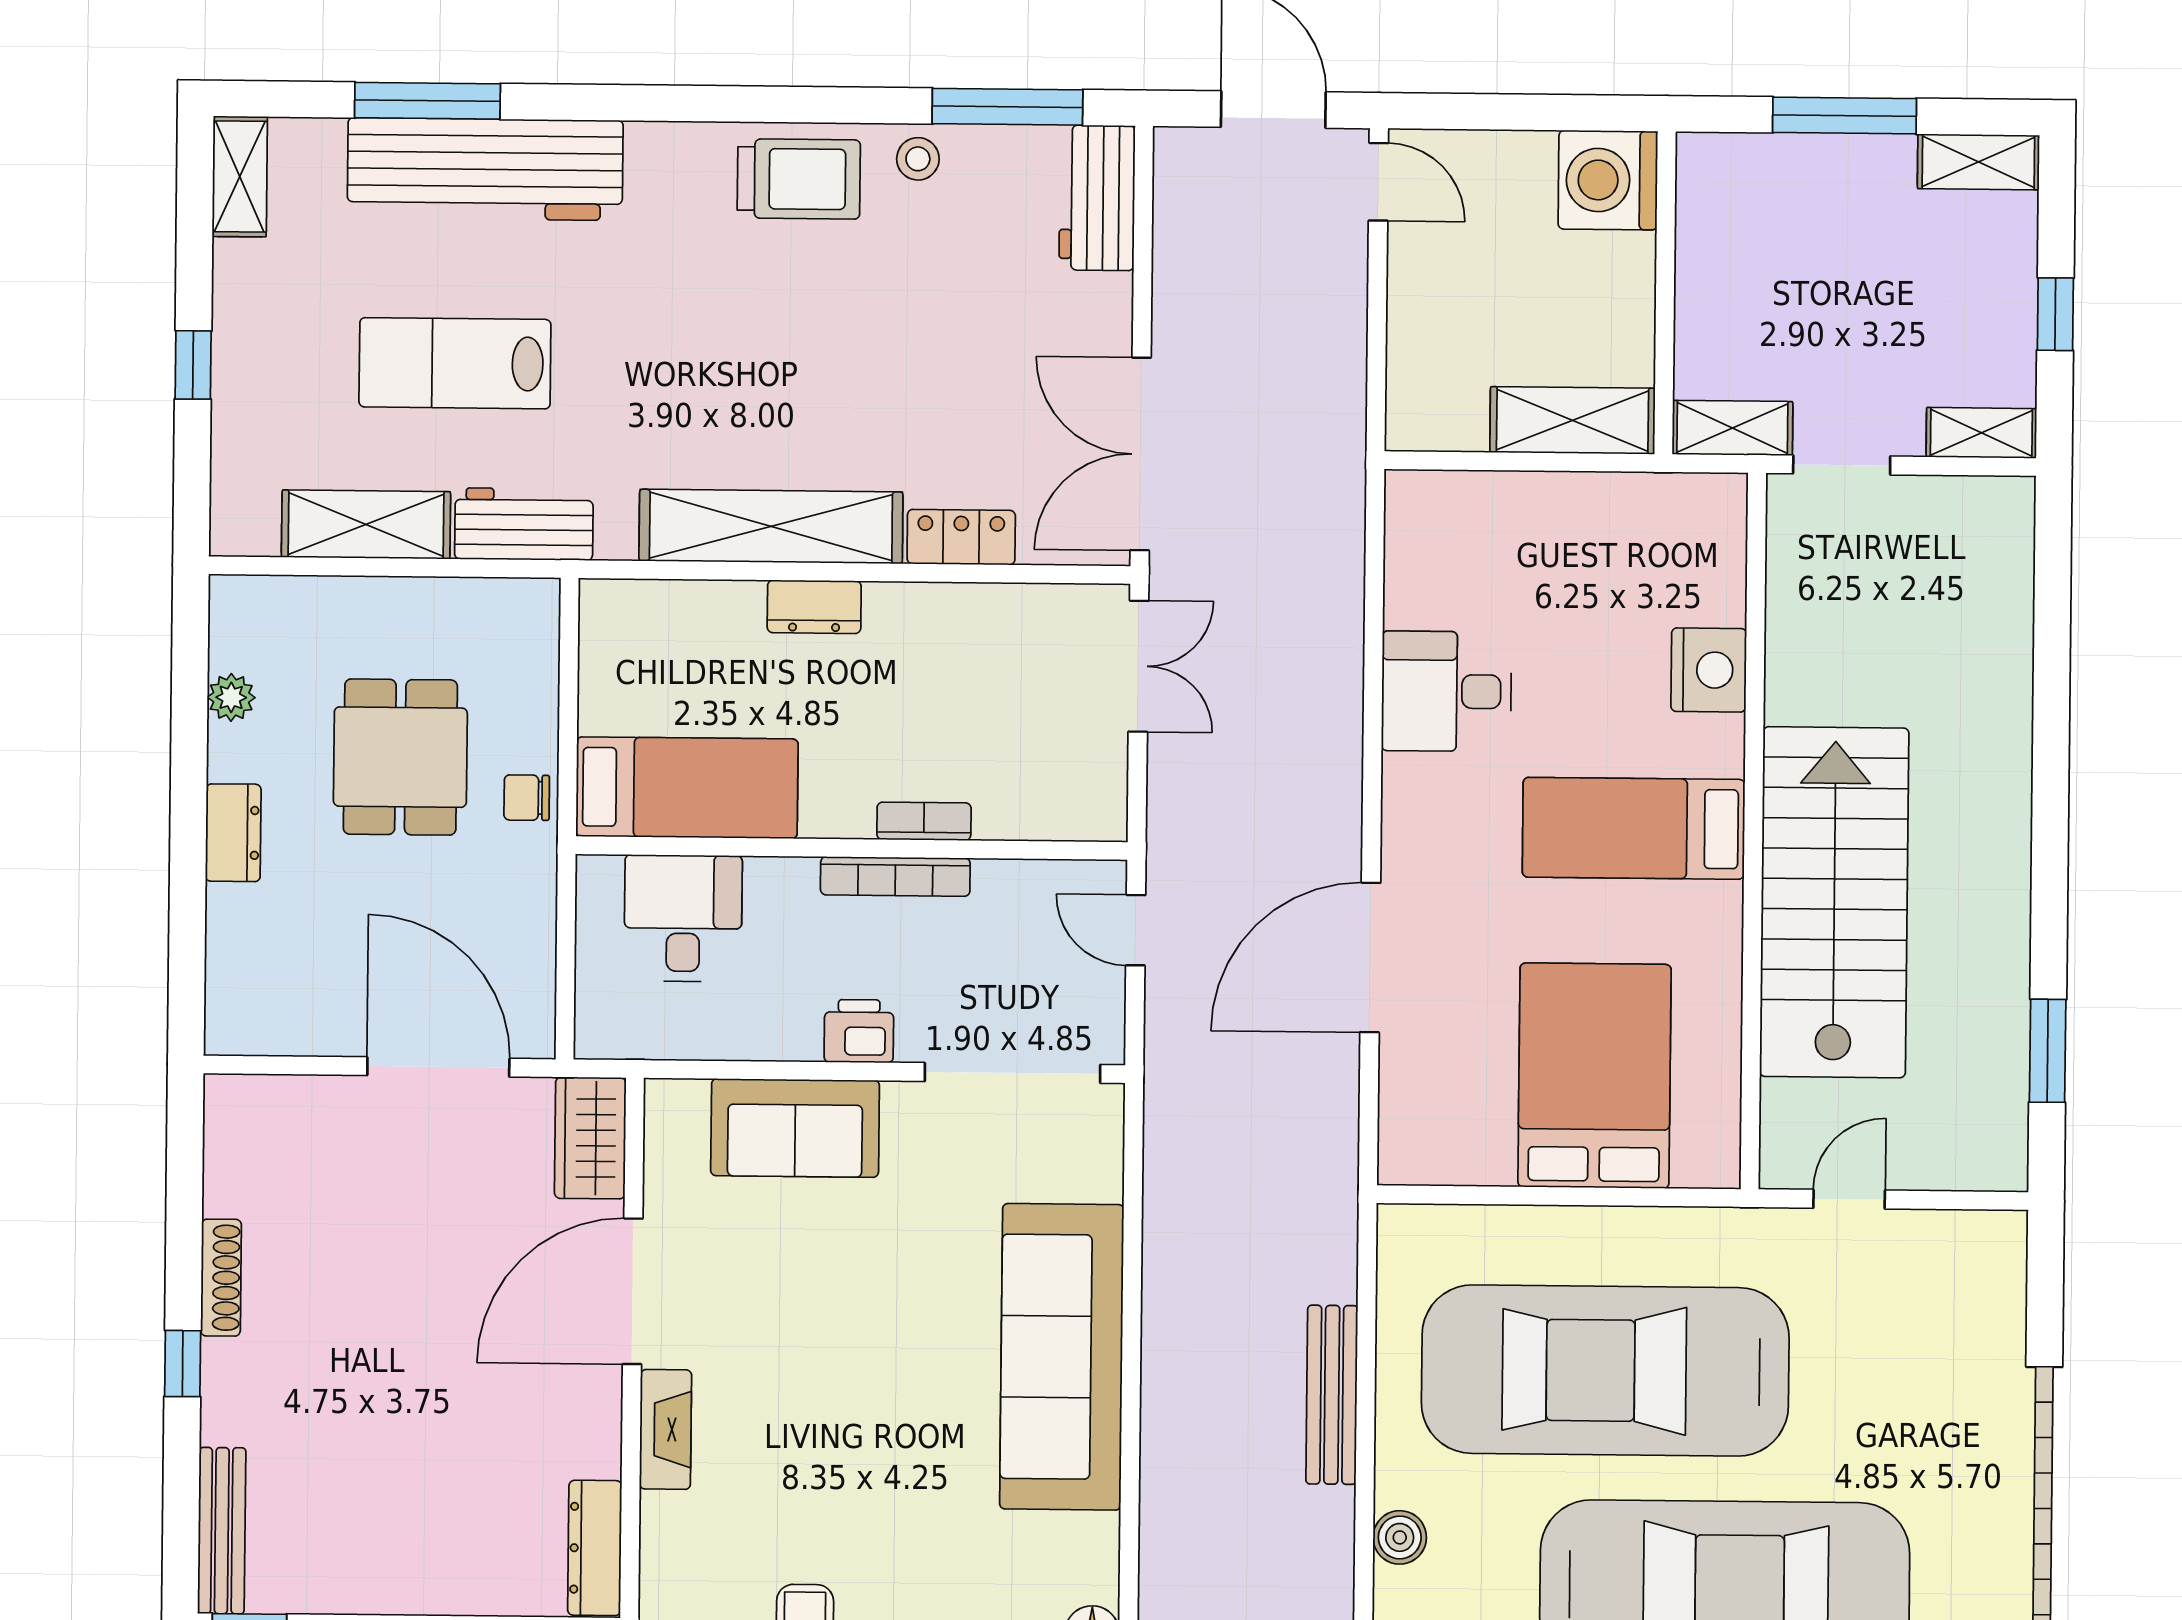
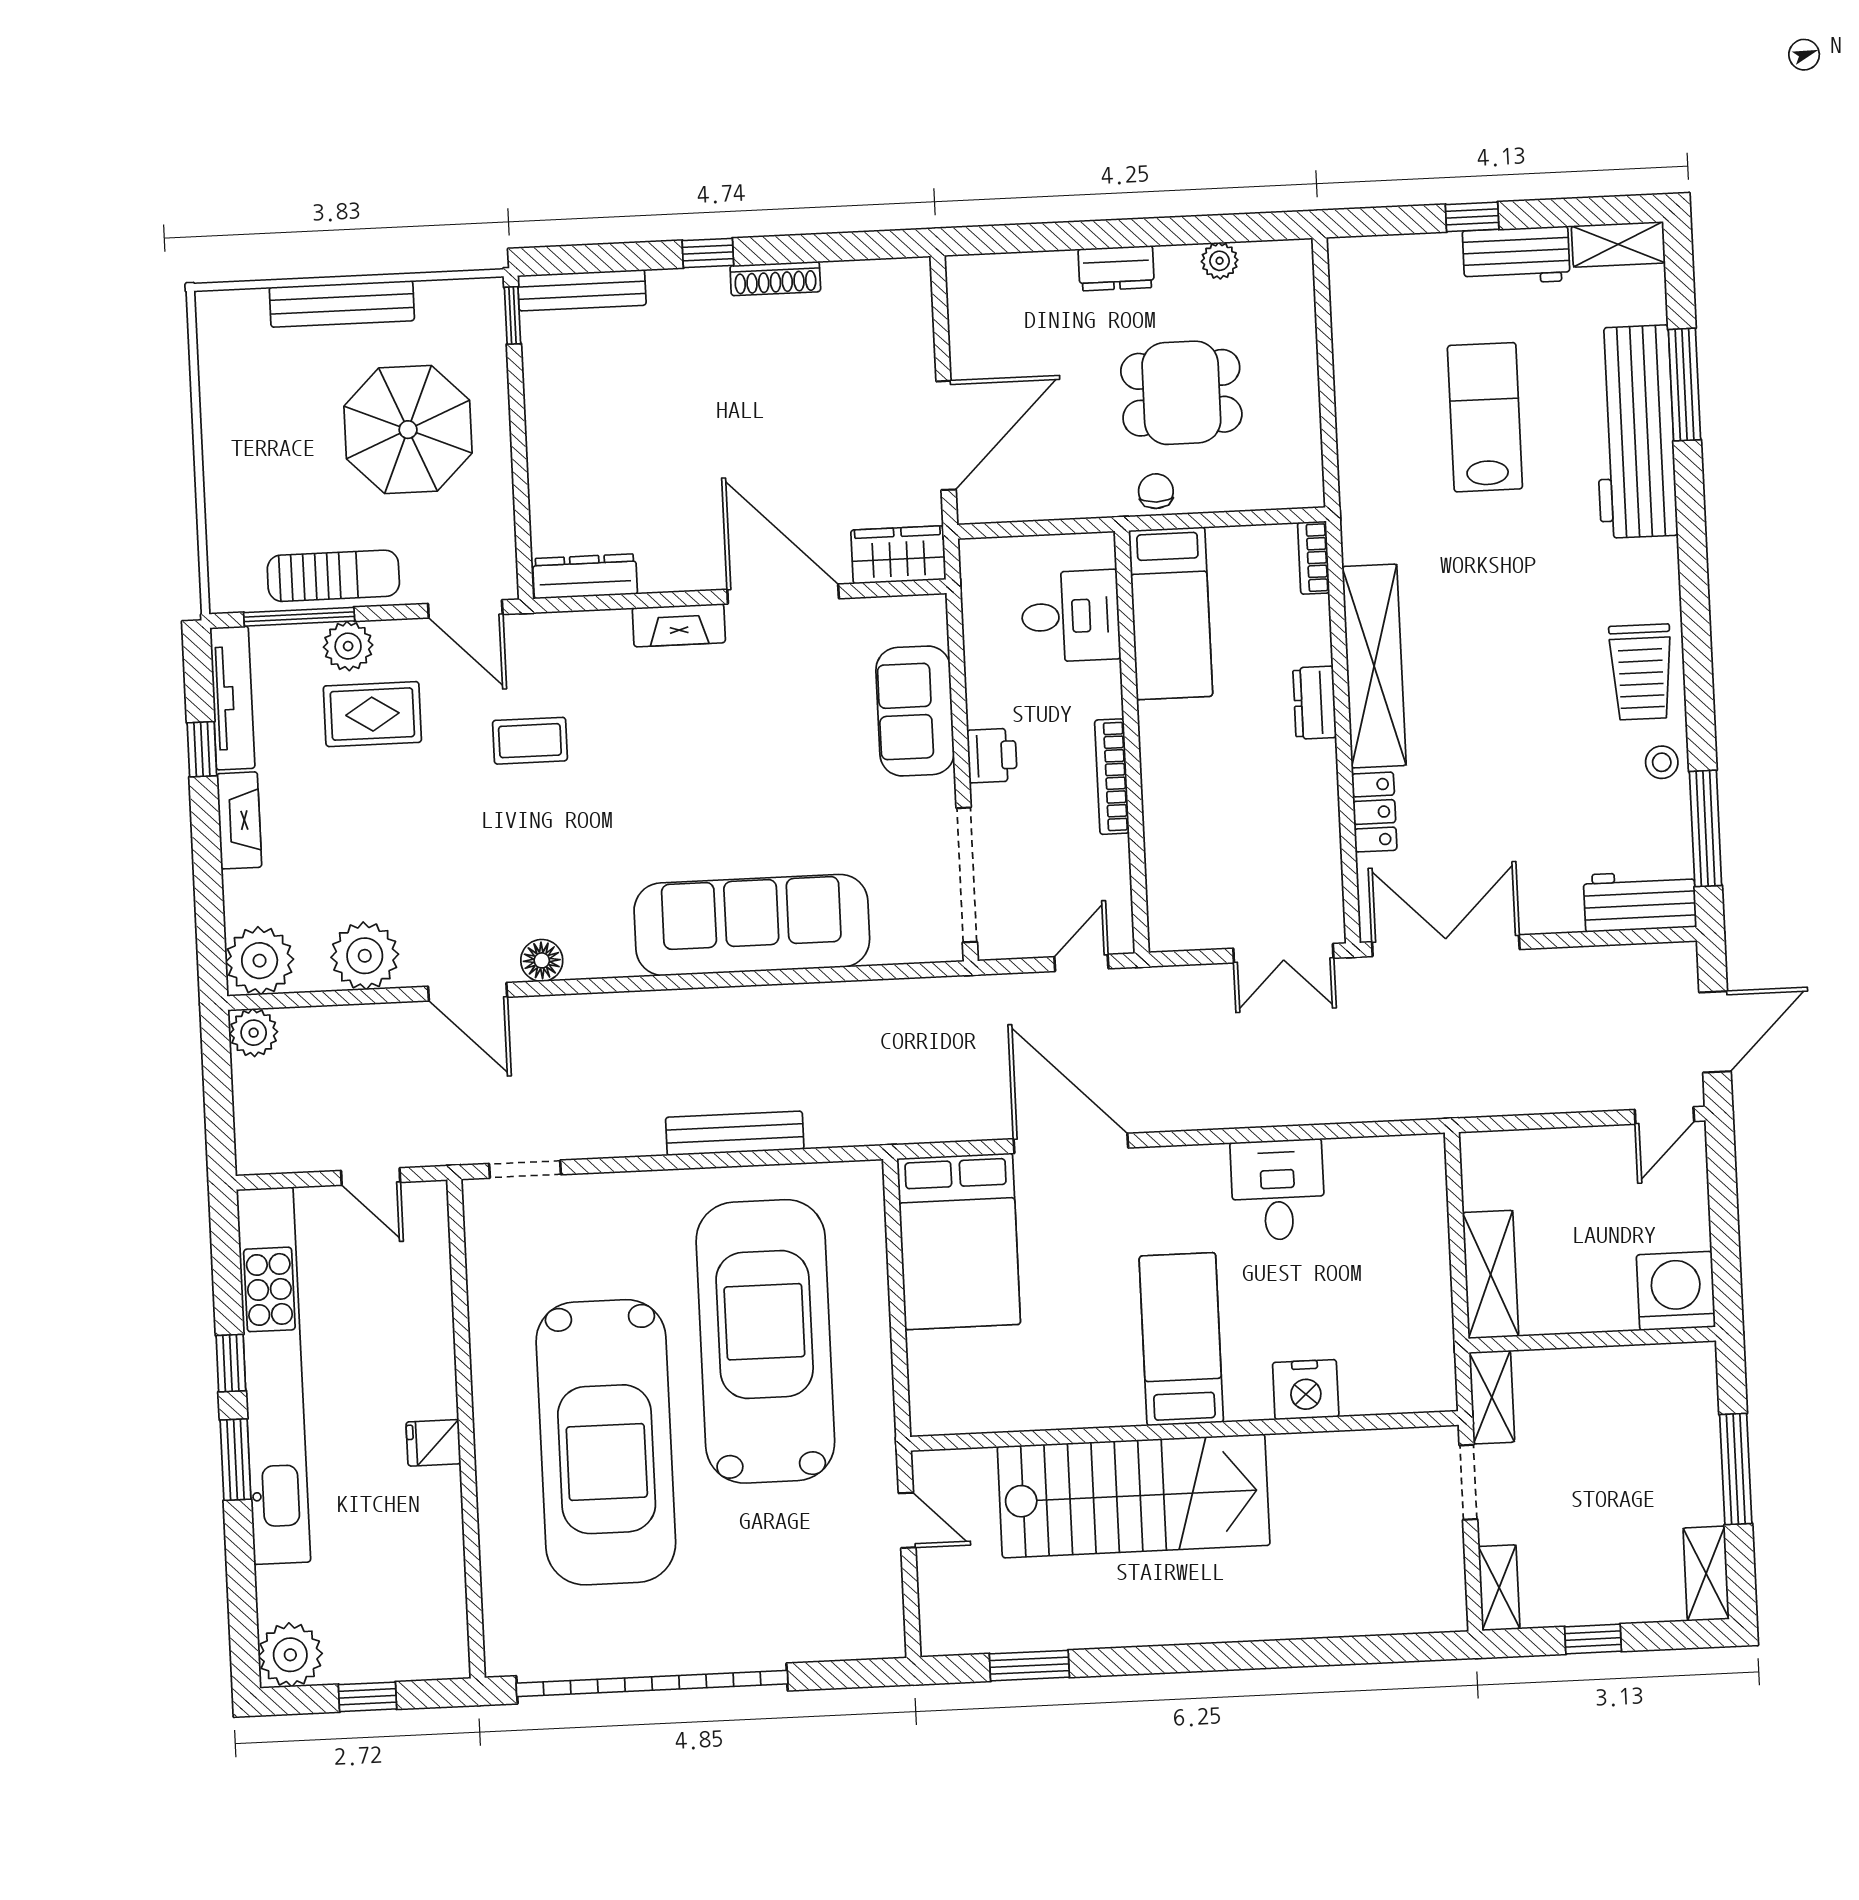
shelving: (366, 524) -> (1358, 356), removed
workbench: (524, 524) -> (1516, 256), moved, turned 90
bookcase: (924, 821) -> (1314, 558), moved, turned 180
bed: (1594, 1076) -> (959, 1241), moved, turned 90
boiler: (1400, 1537) -> (629, 1192), removed

